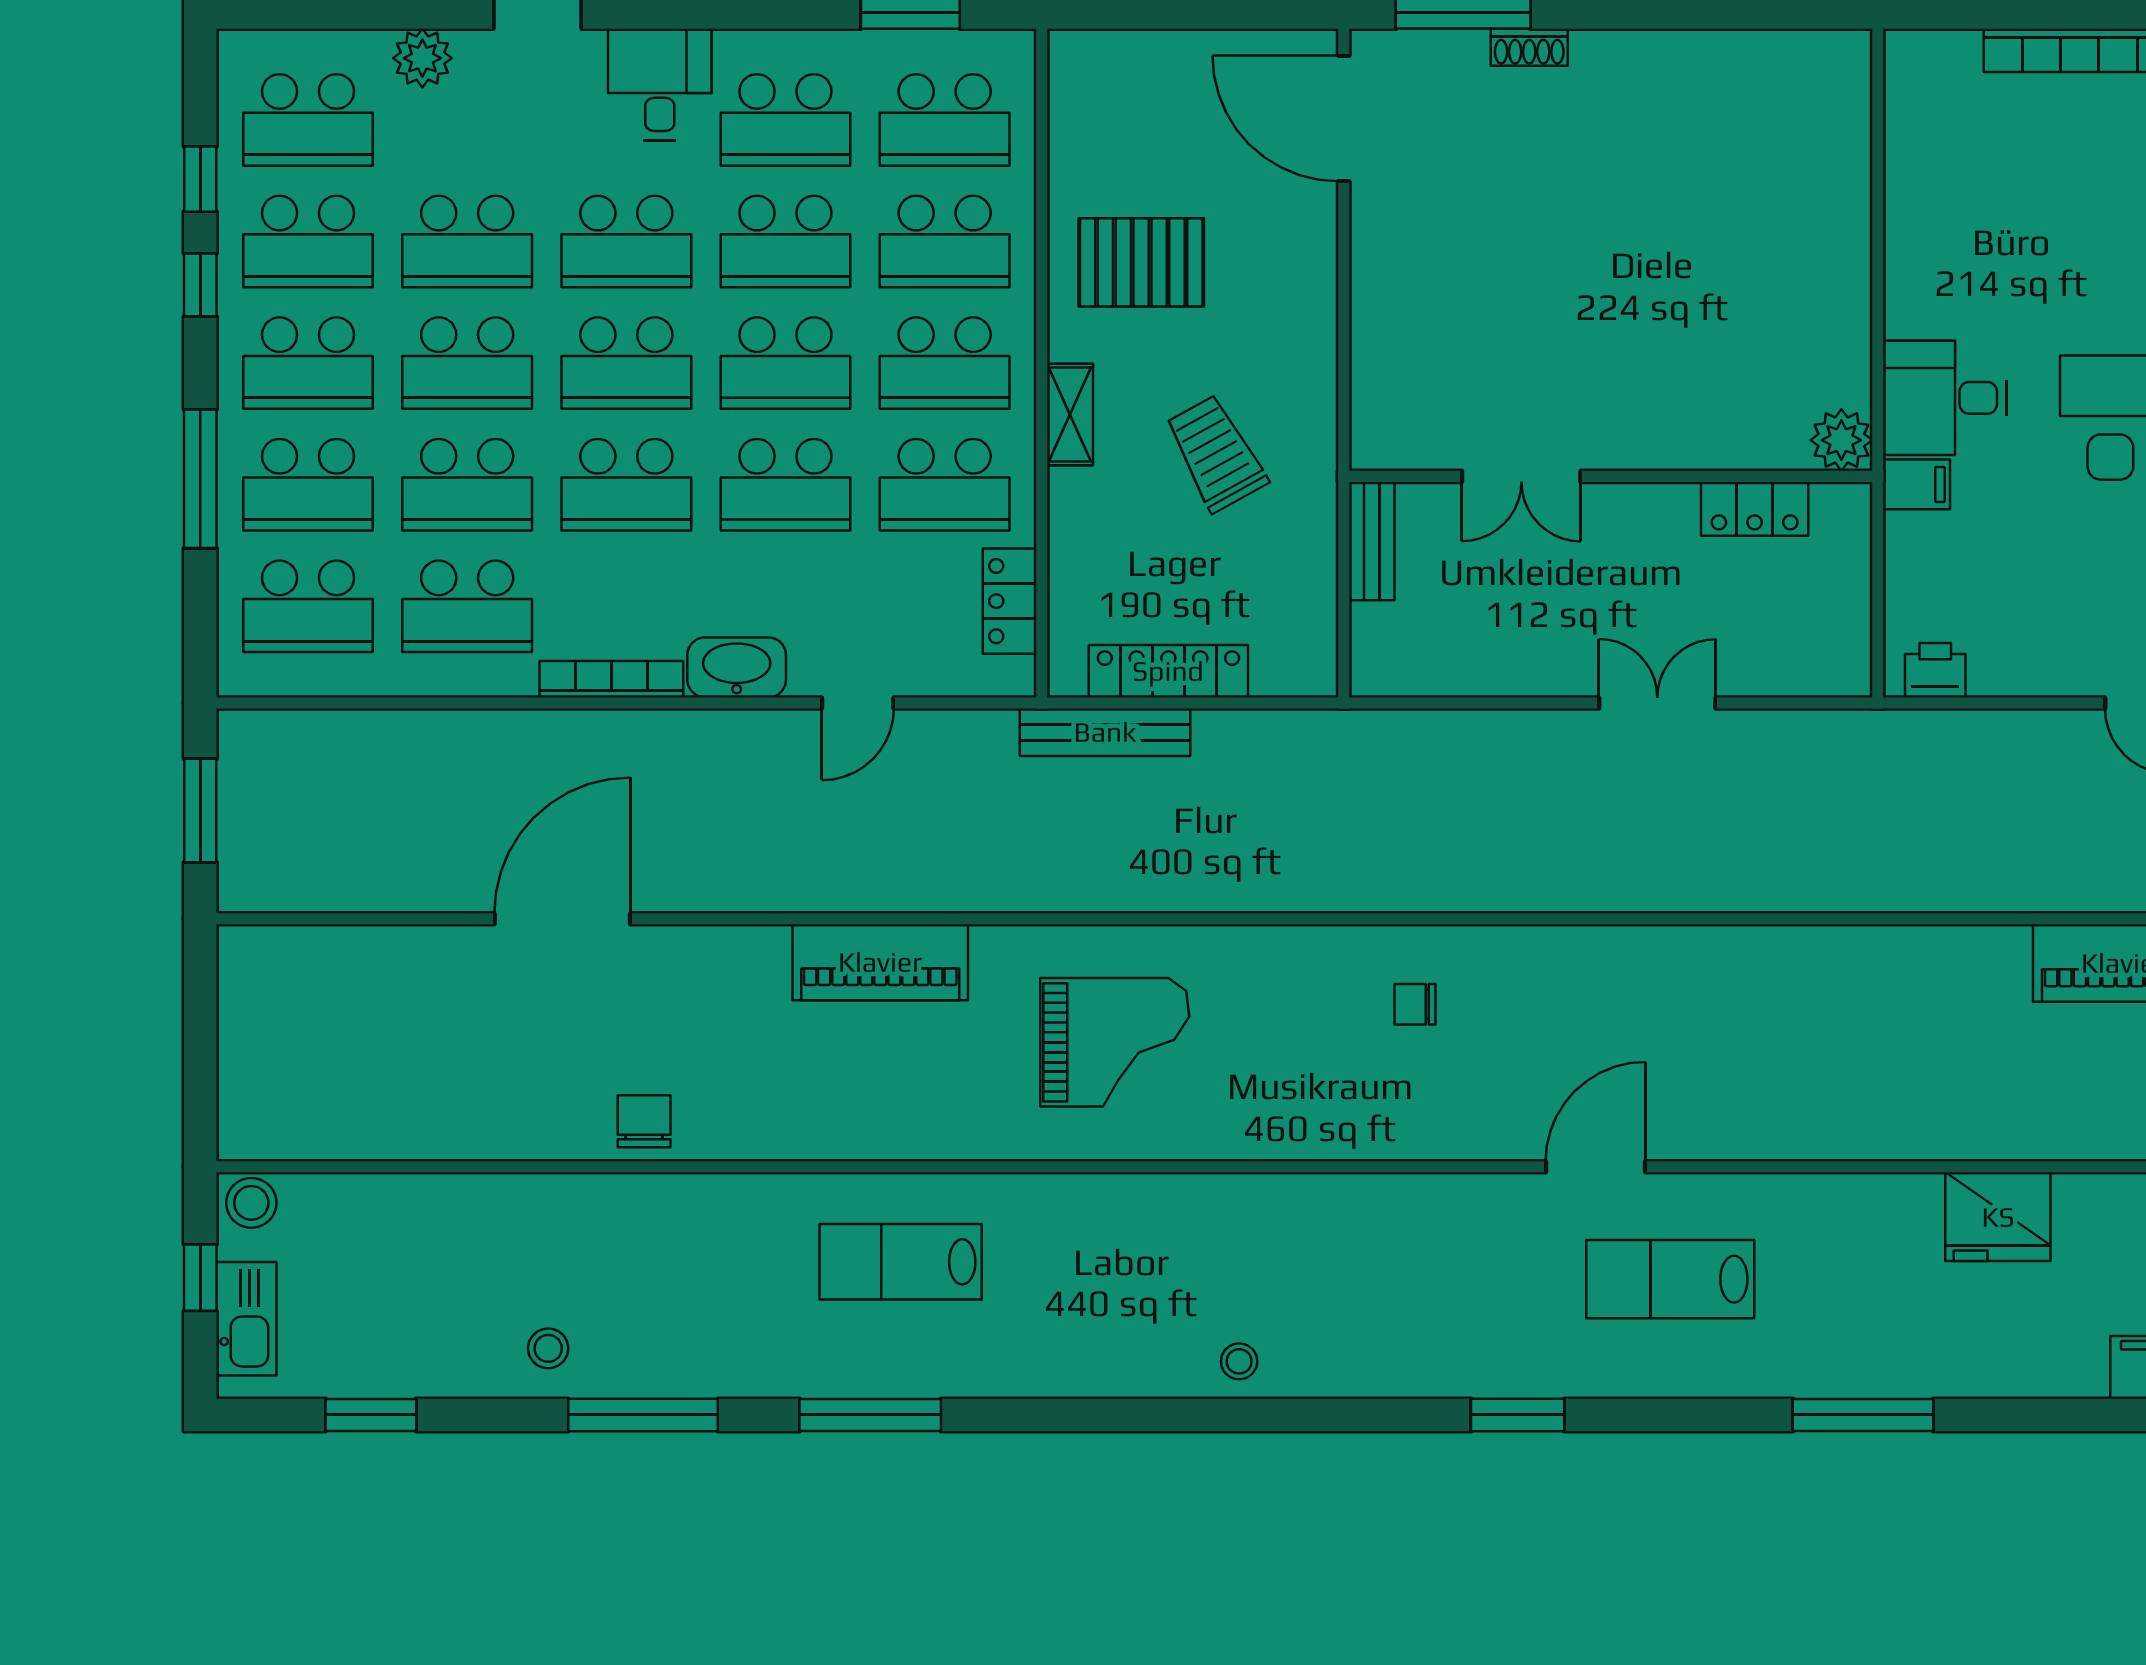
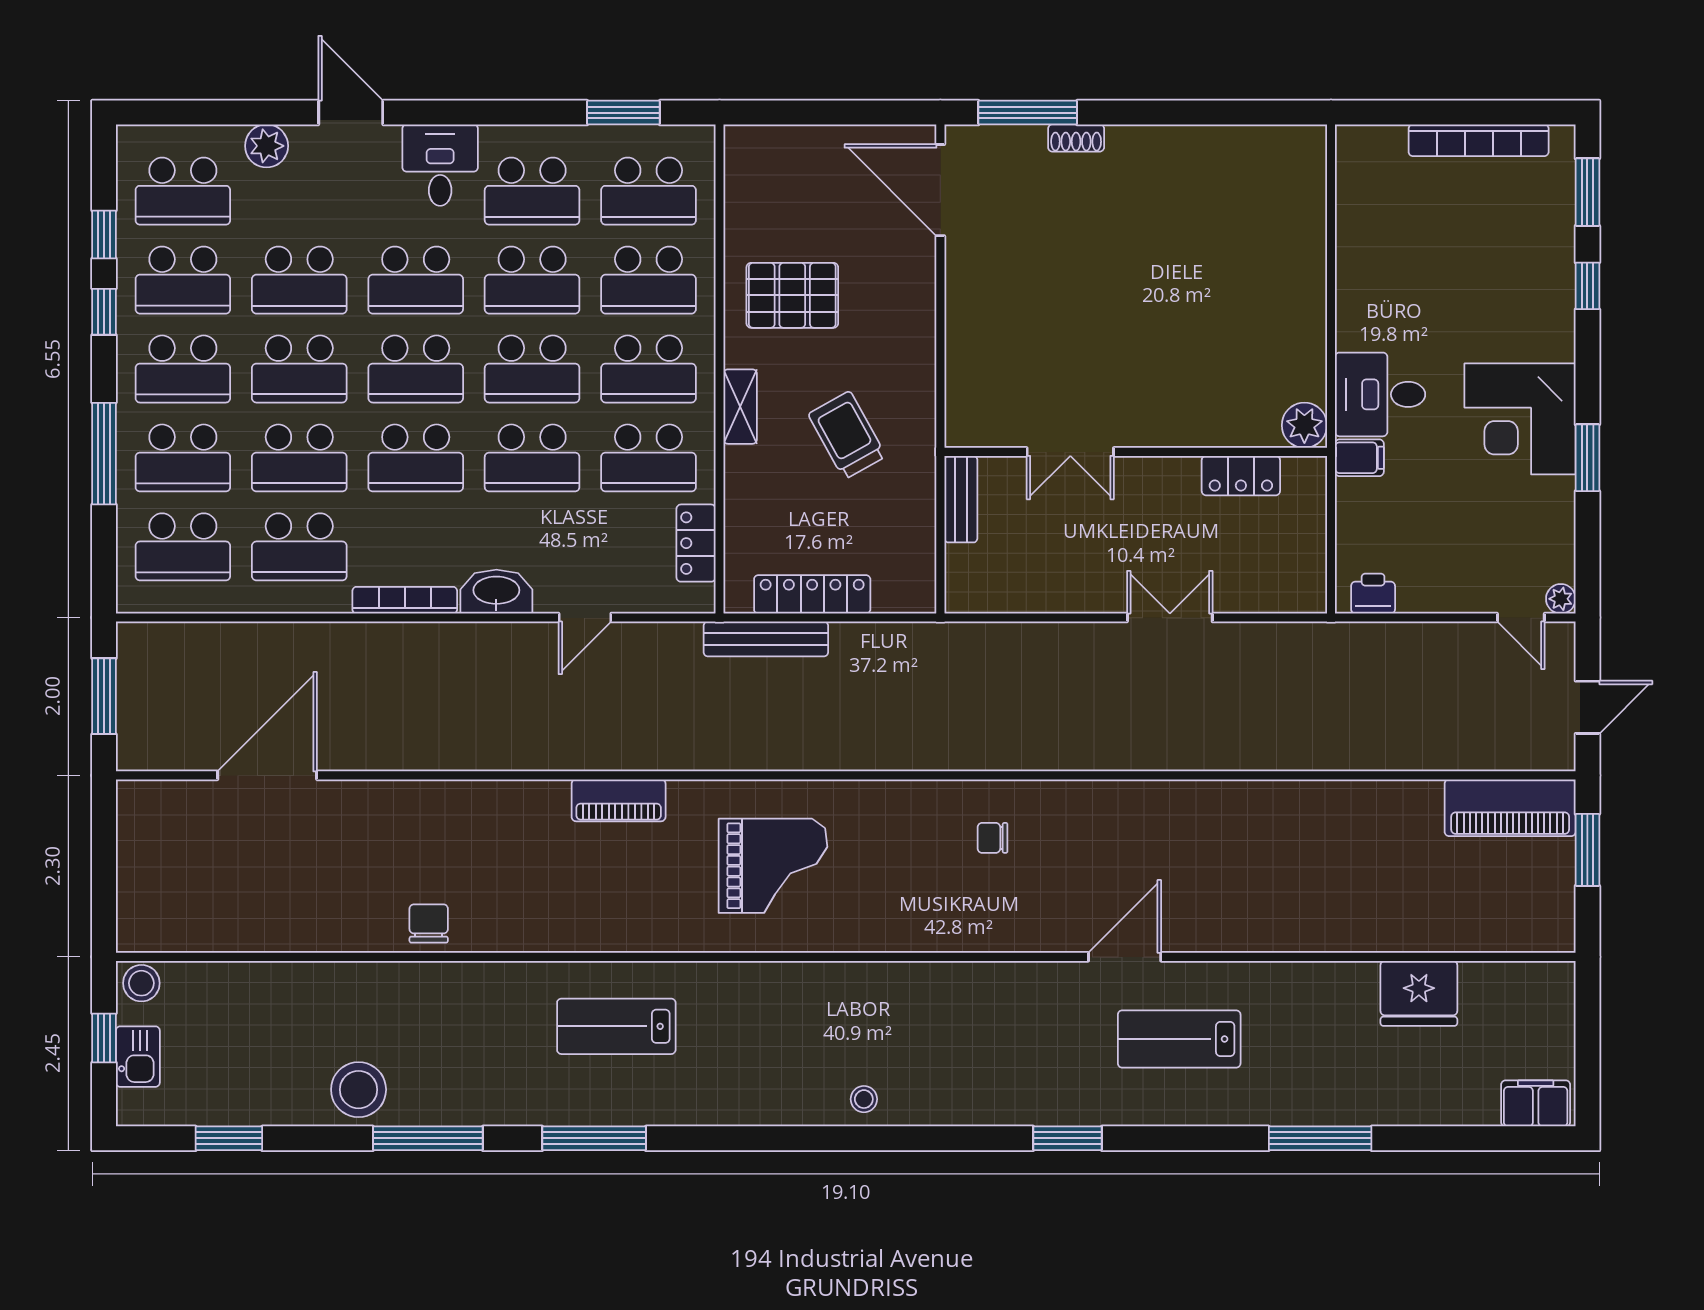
door: (562, 919) -> (267, 775), moved
piano: (880, 962) -> (619, 800), width x0.73, depth x0.75
kitchen sink: (246, 1319) -> (138, 1057), width x0.73
stool: (548, 1348) -> (359, 1090), width x1.89, depth x1.89

